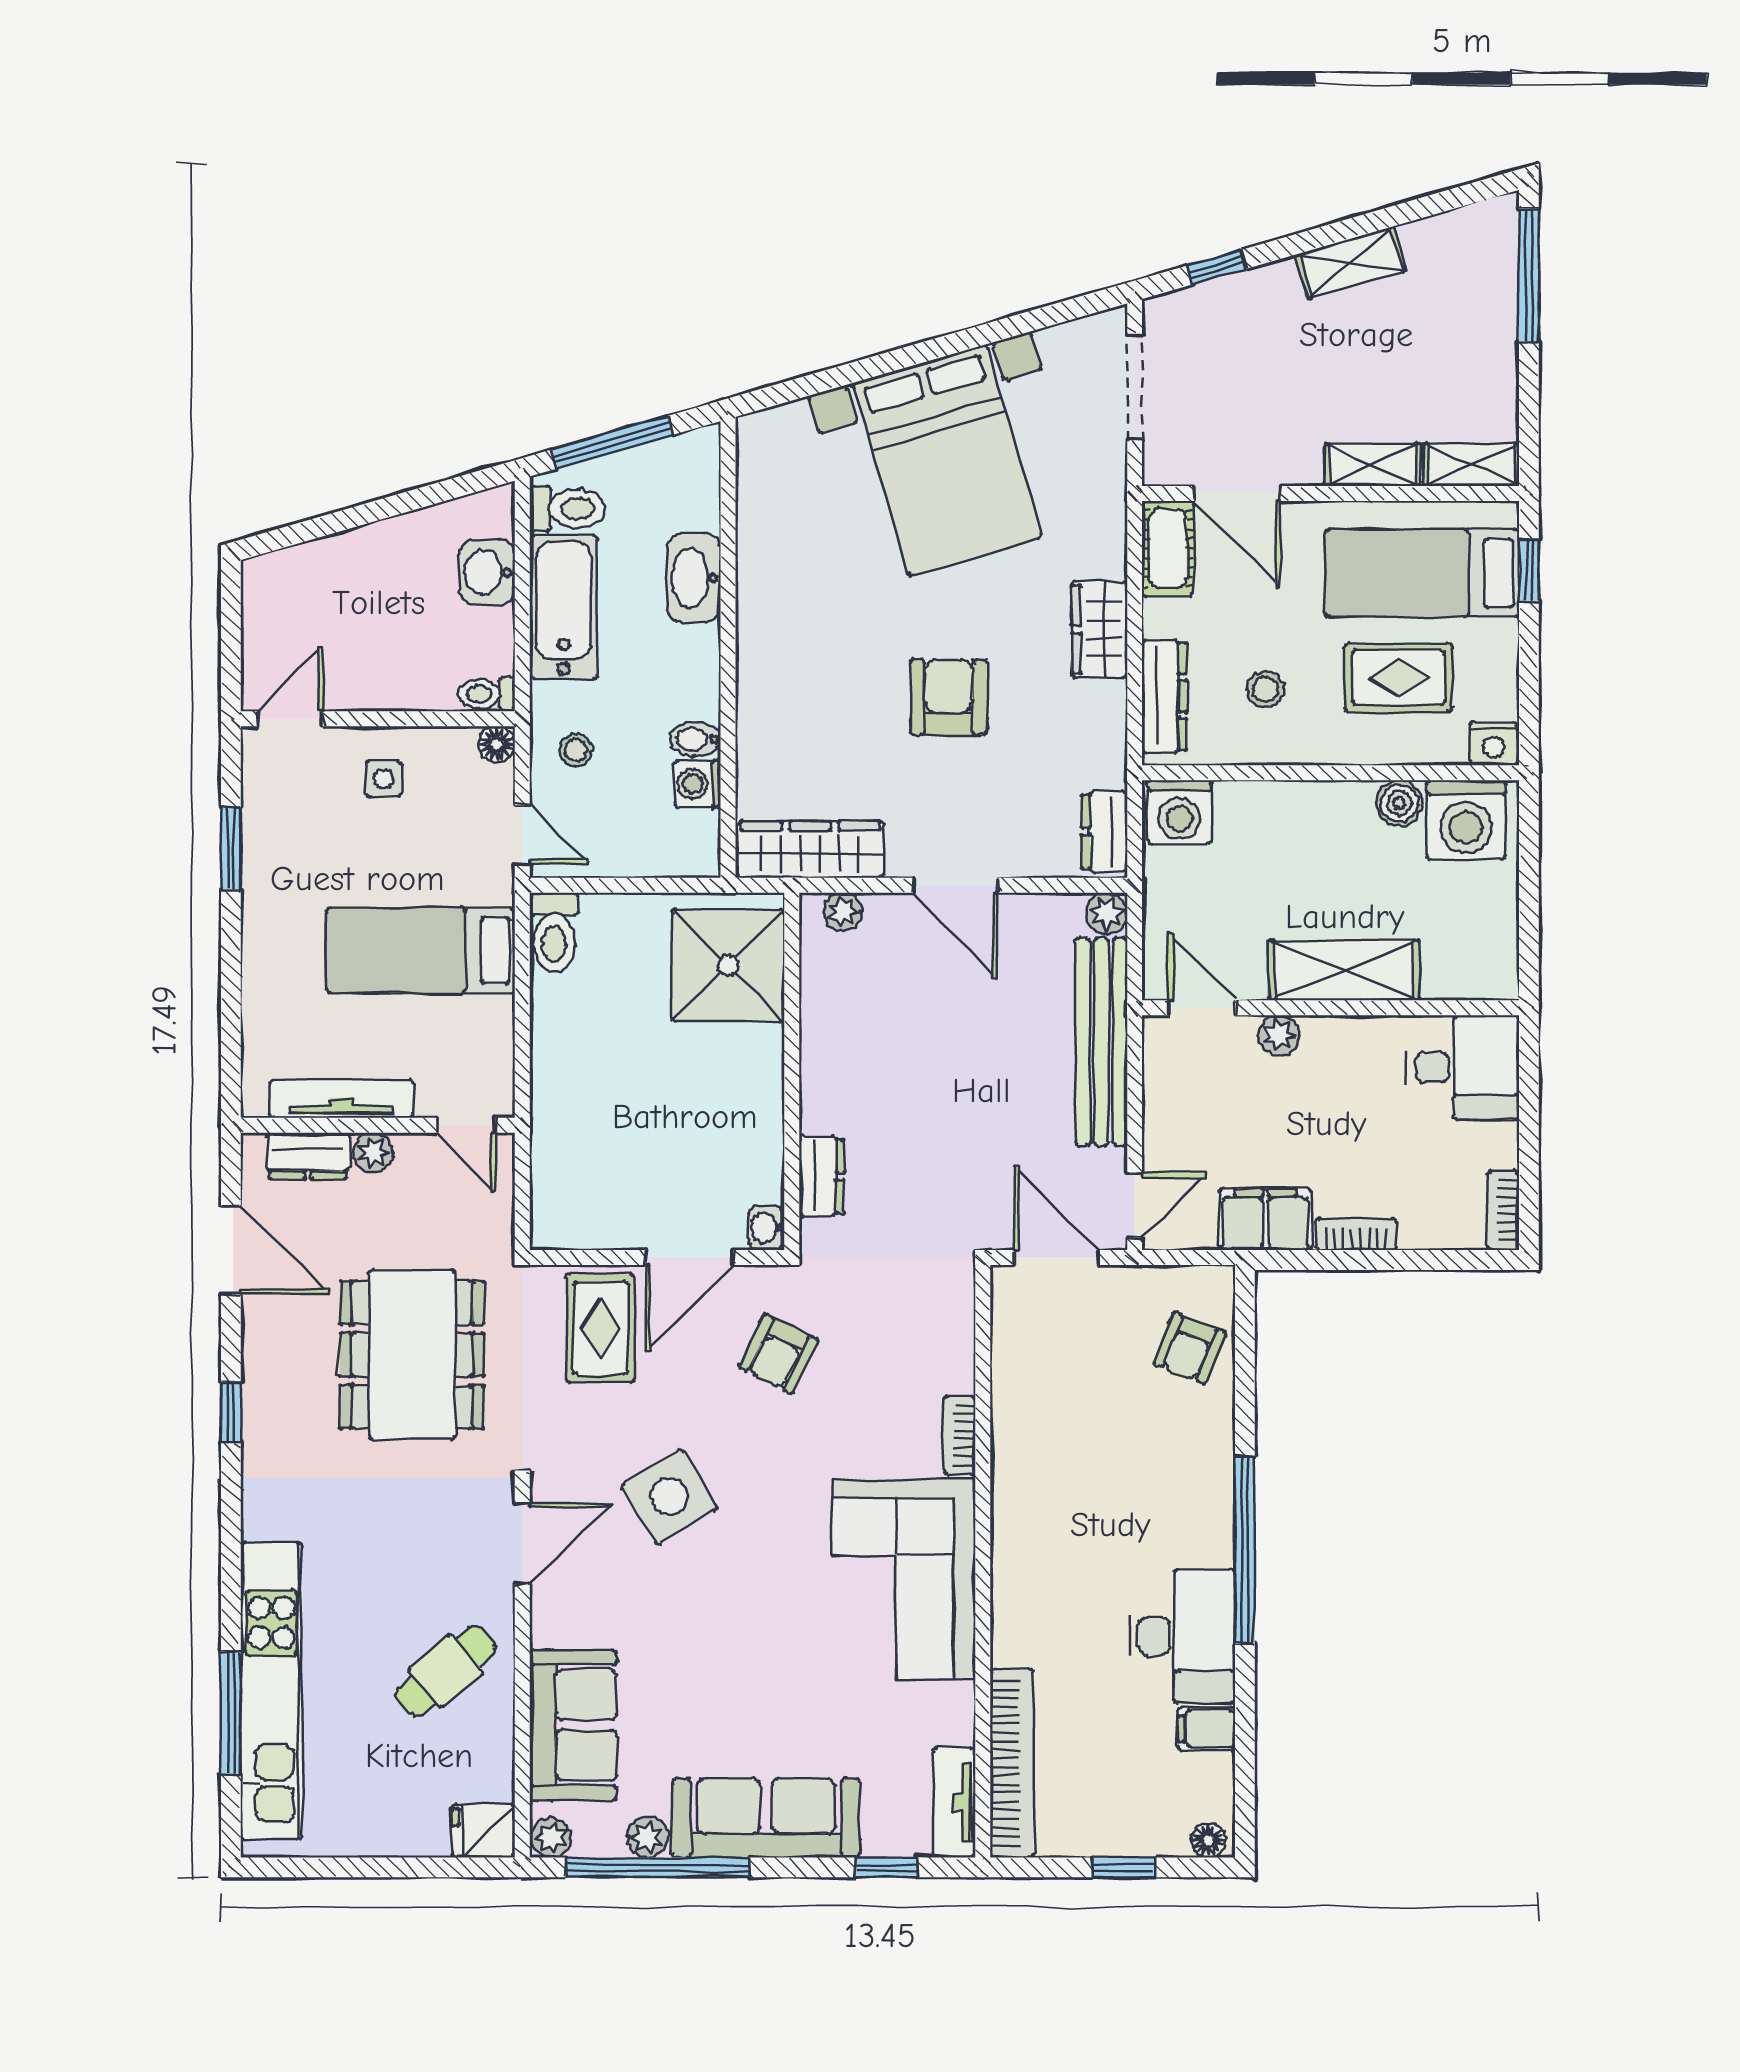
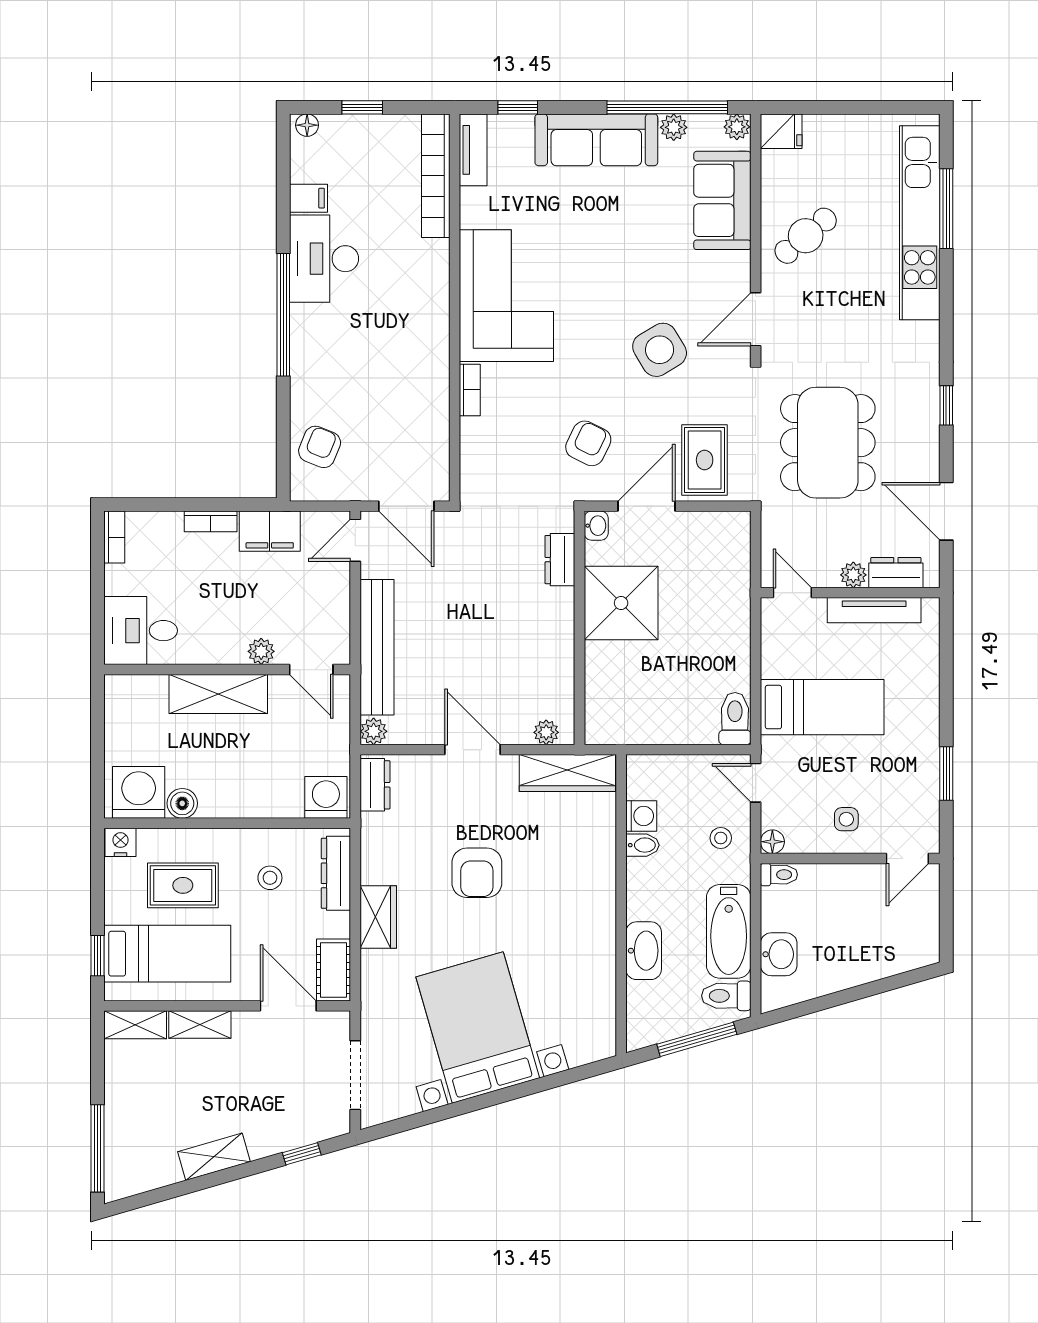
shower: (728, 965) -> (621, 603), moved

